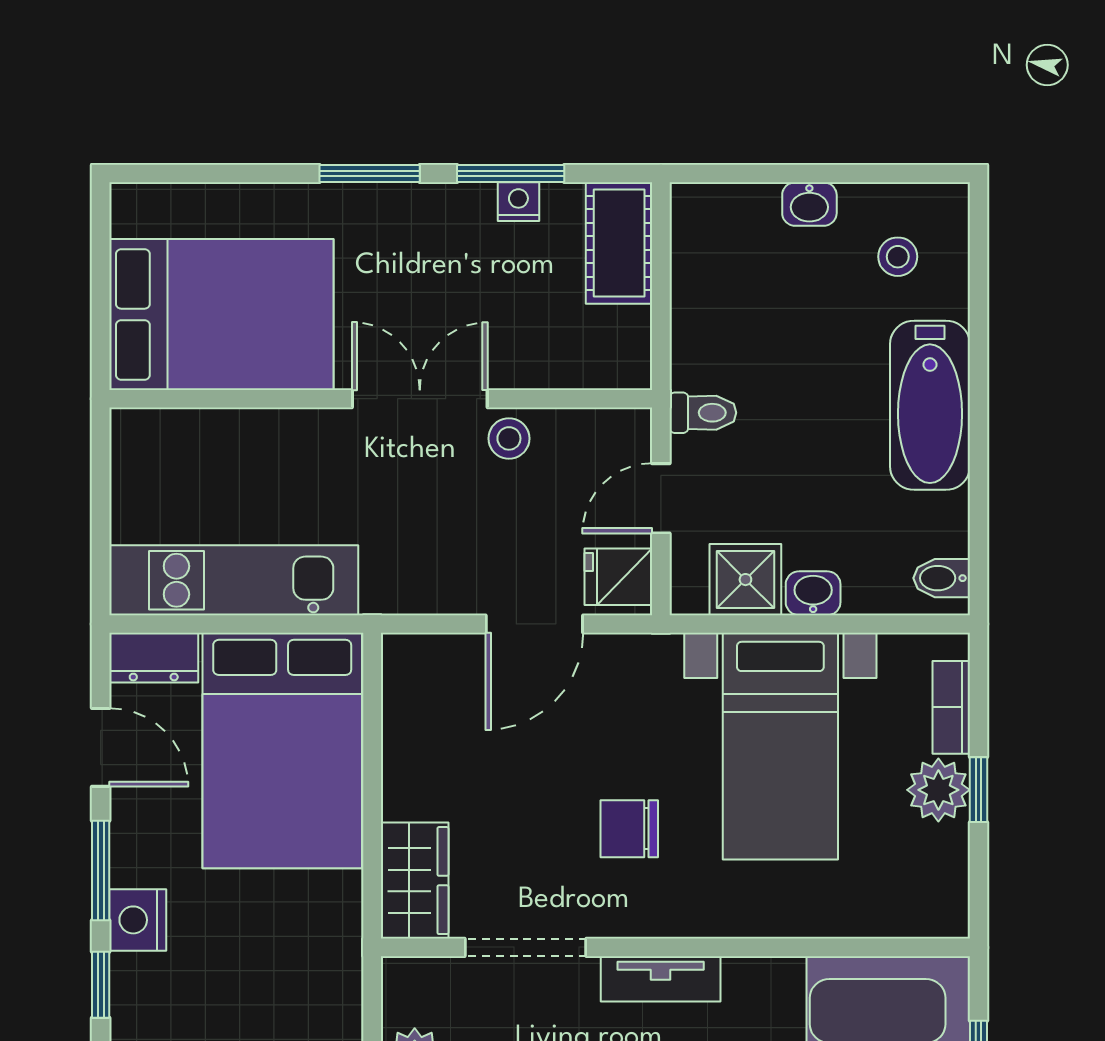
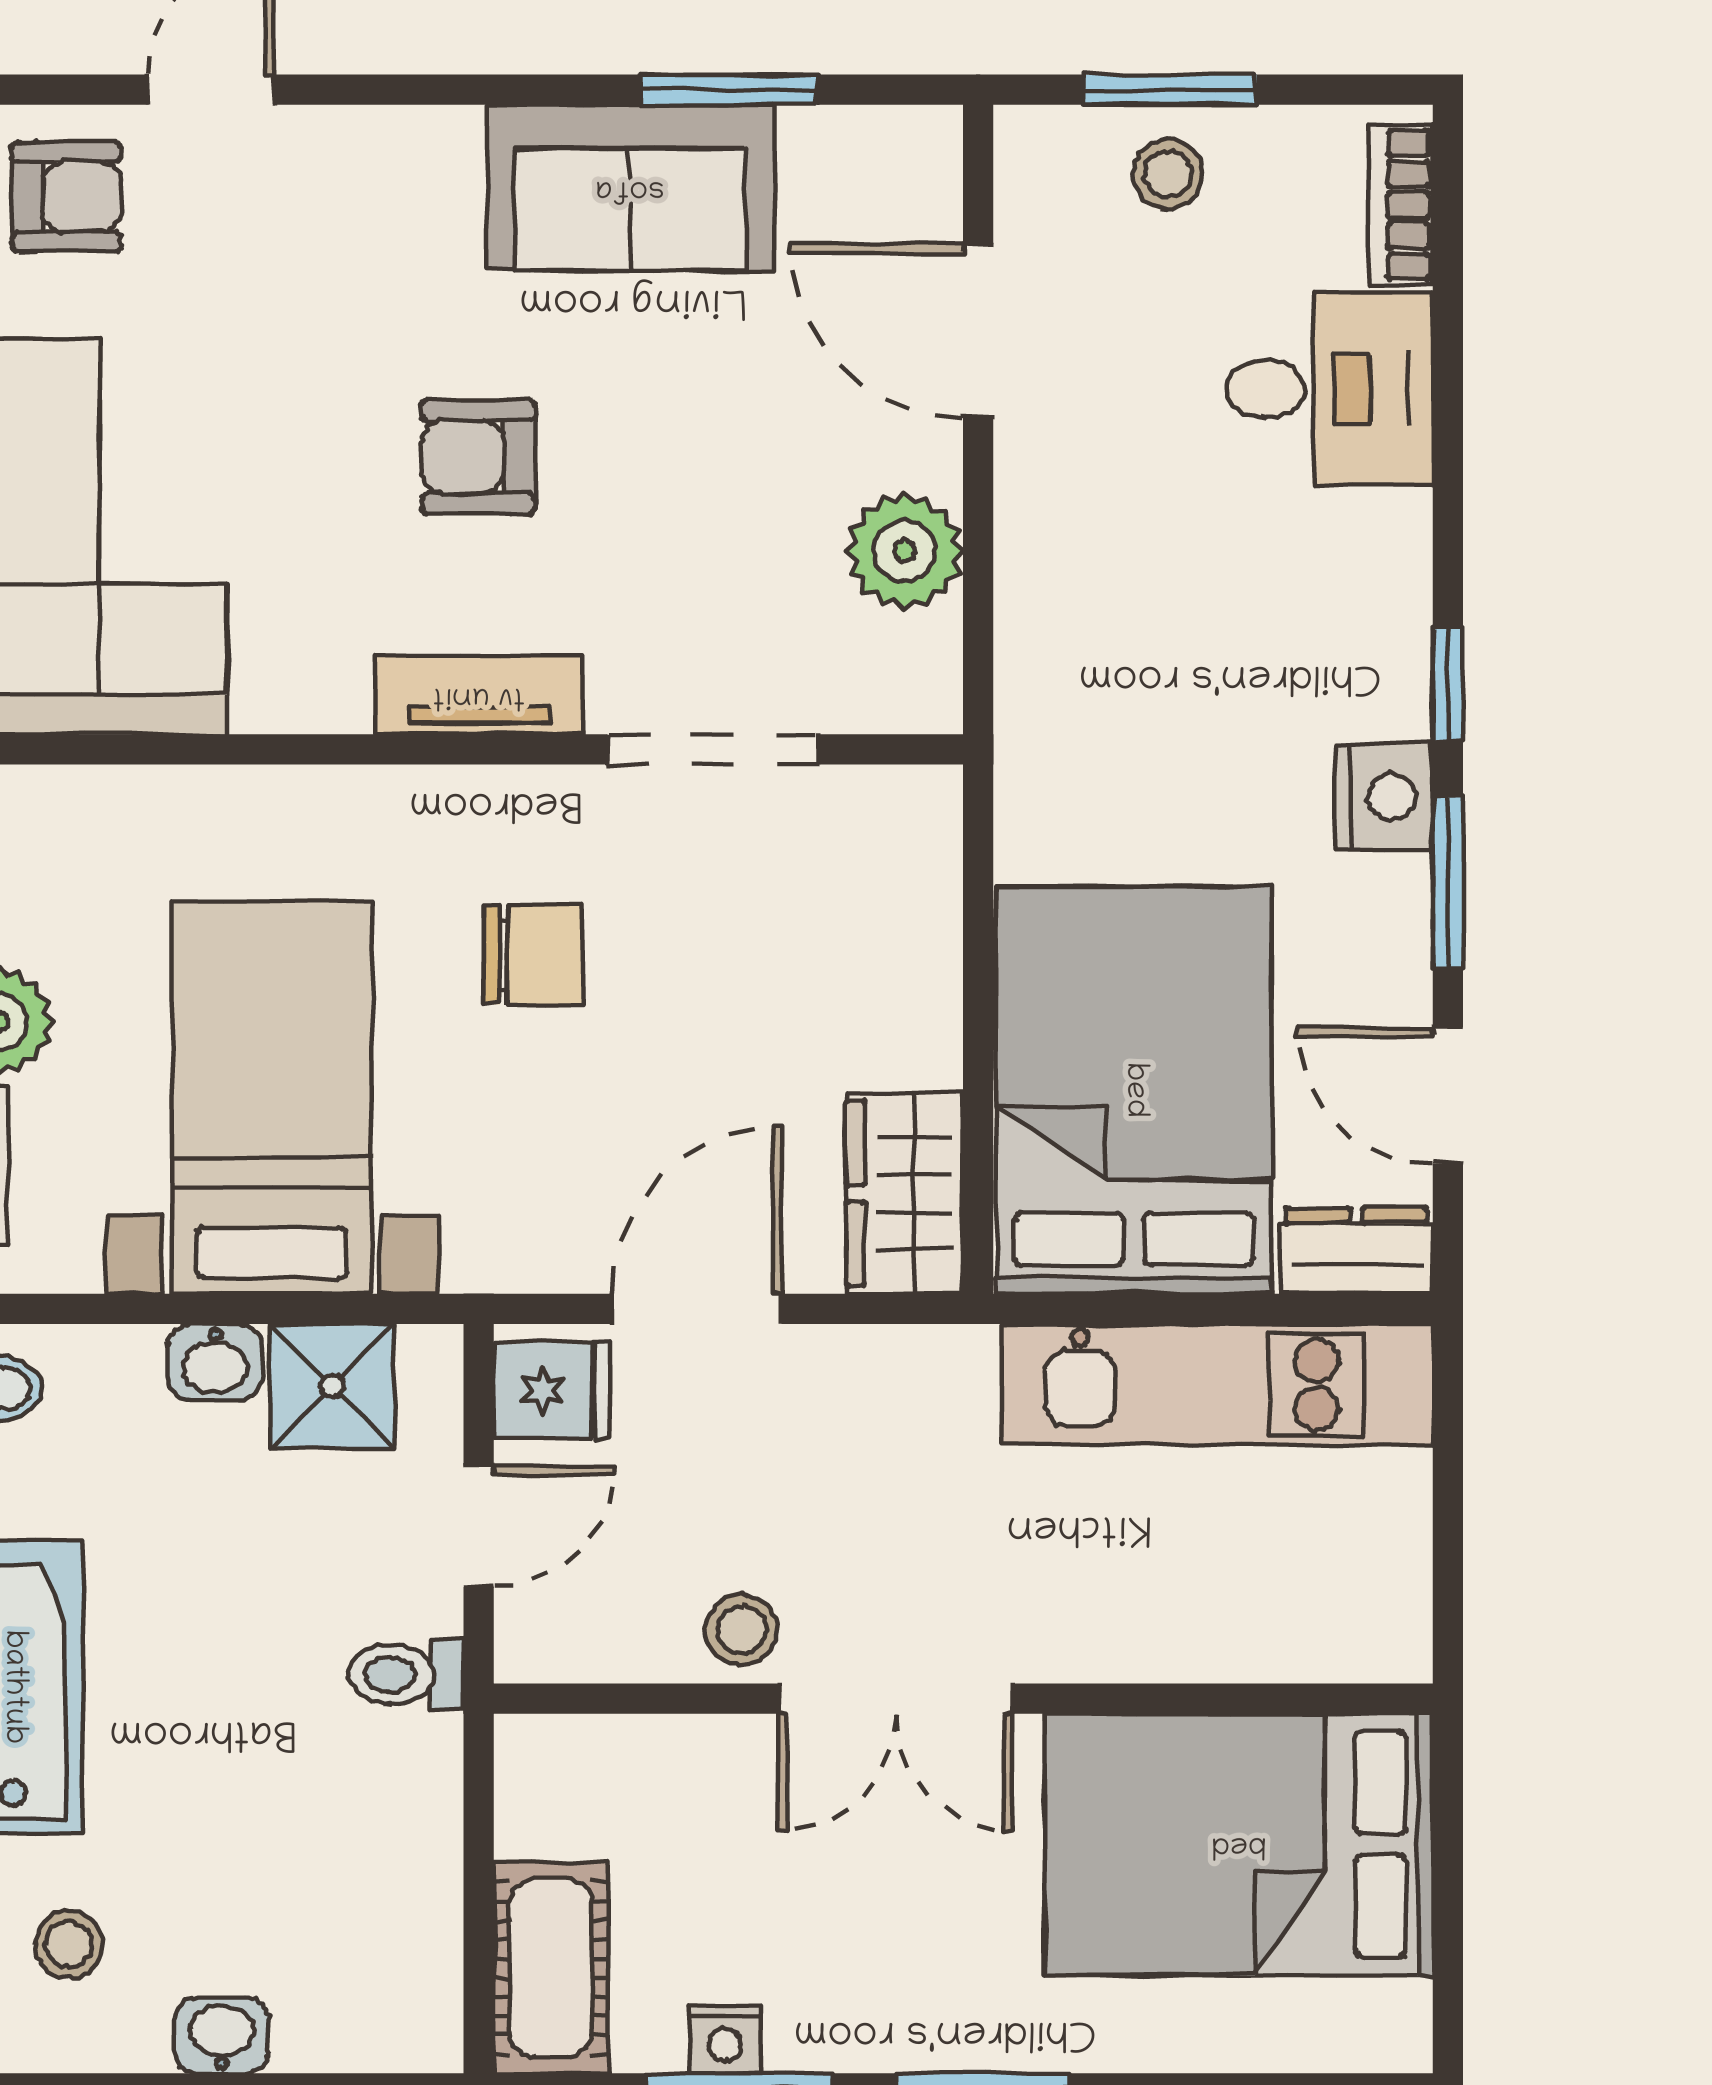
wardrobe: (415, 881) -> (905, 1193), moved

